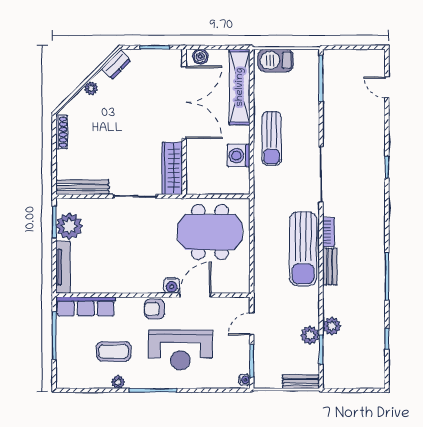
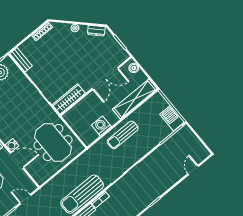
barbecue: (276, 60) -> (172, 118), moved
double door: (184, 102) -> (105, 78), width x0.73
bench: (82, 187) -> (21, 60), width x0.73

